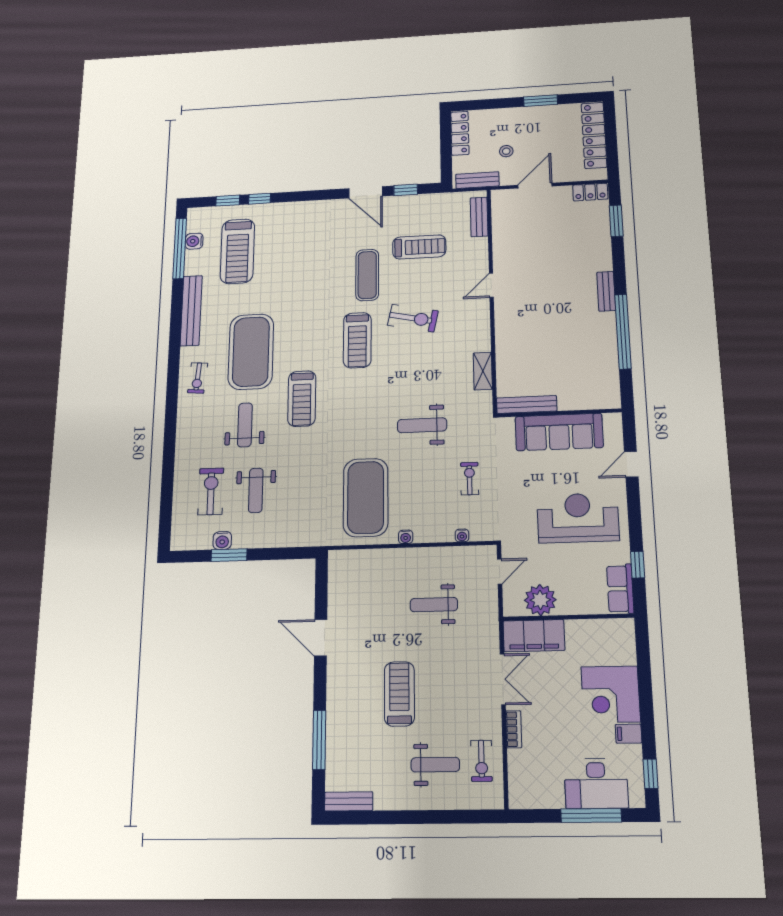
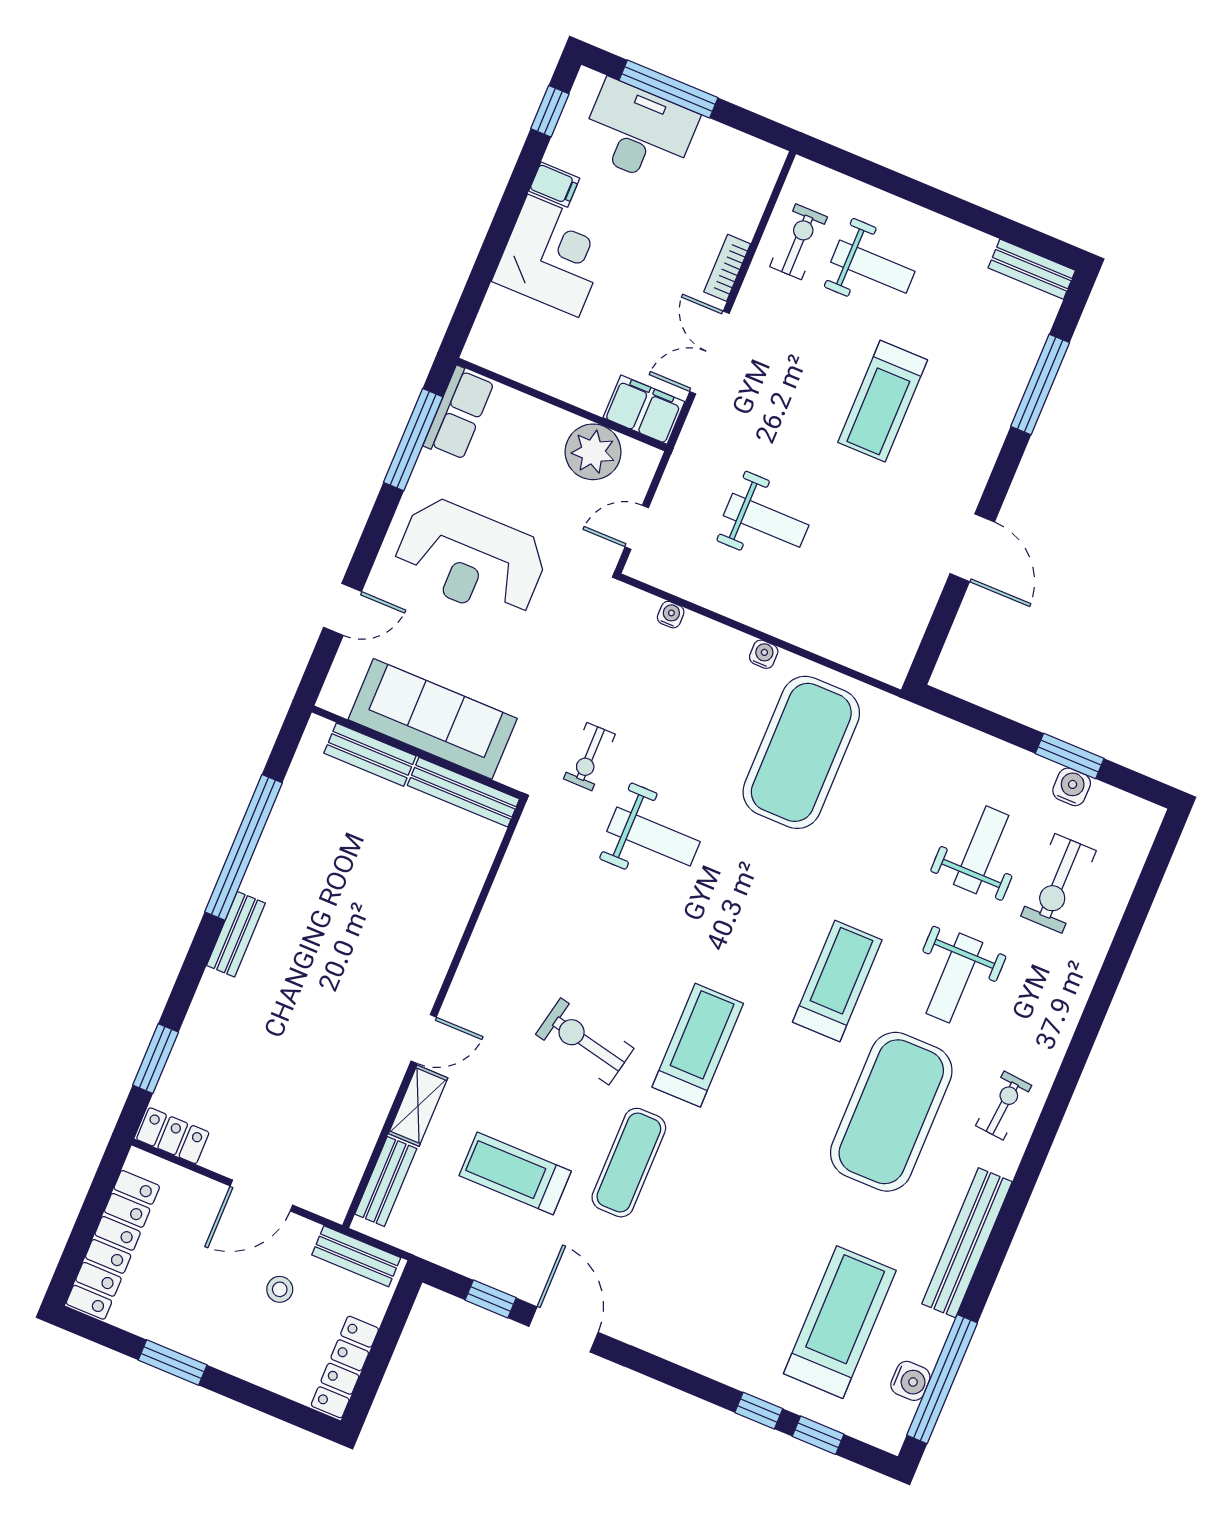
shelving: (483, 371) -> (418, 1106), moved
bench: (582, 401) -> (370, 755), added
exercise bike: (470, 479) -> (589, 757), moved
window: (637, 565) -> (413, 440), width x2.17
filing cabinet: (534, 636) -> (644, 410), width x0.67, depth x0.86
weight bench: (435, 765) -> (873, 267), turned 180

